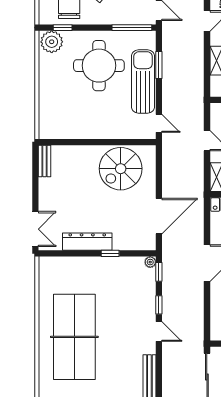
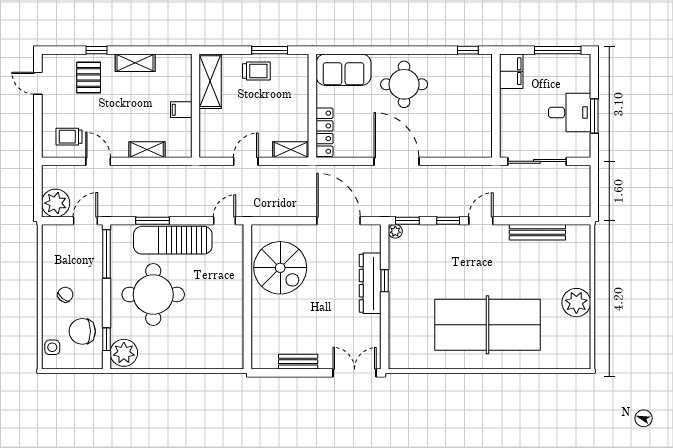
bench: (44, 161) -> (298, 362), moved
dresser: (87, 242) -> (370, 283), moved

